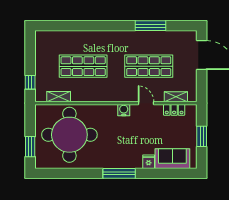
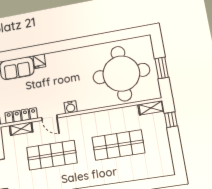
shelving: (59, 97) -> (151, 108), moved
locker: (174, 110) -> (21, 115), width x1.53
window: (30, 147) -> (162, 68), moved
window: (119, 173) -> (66, 45), removed

